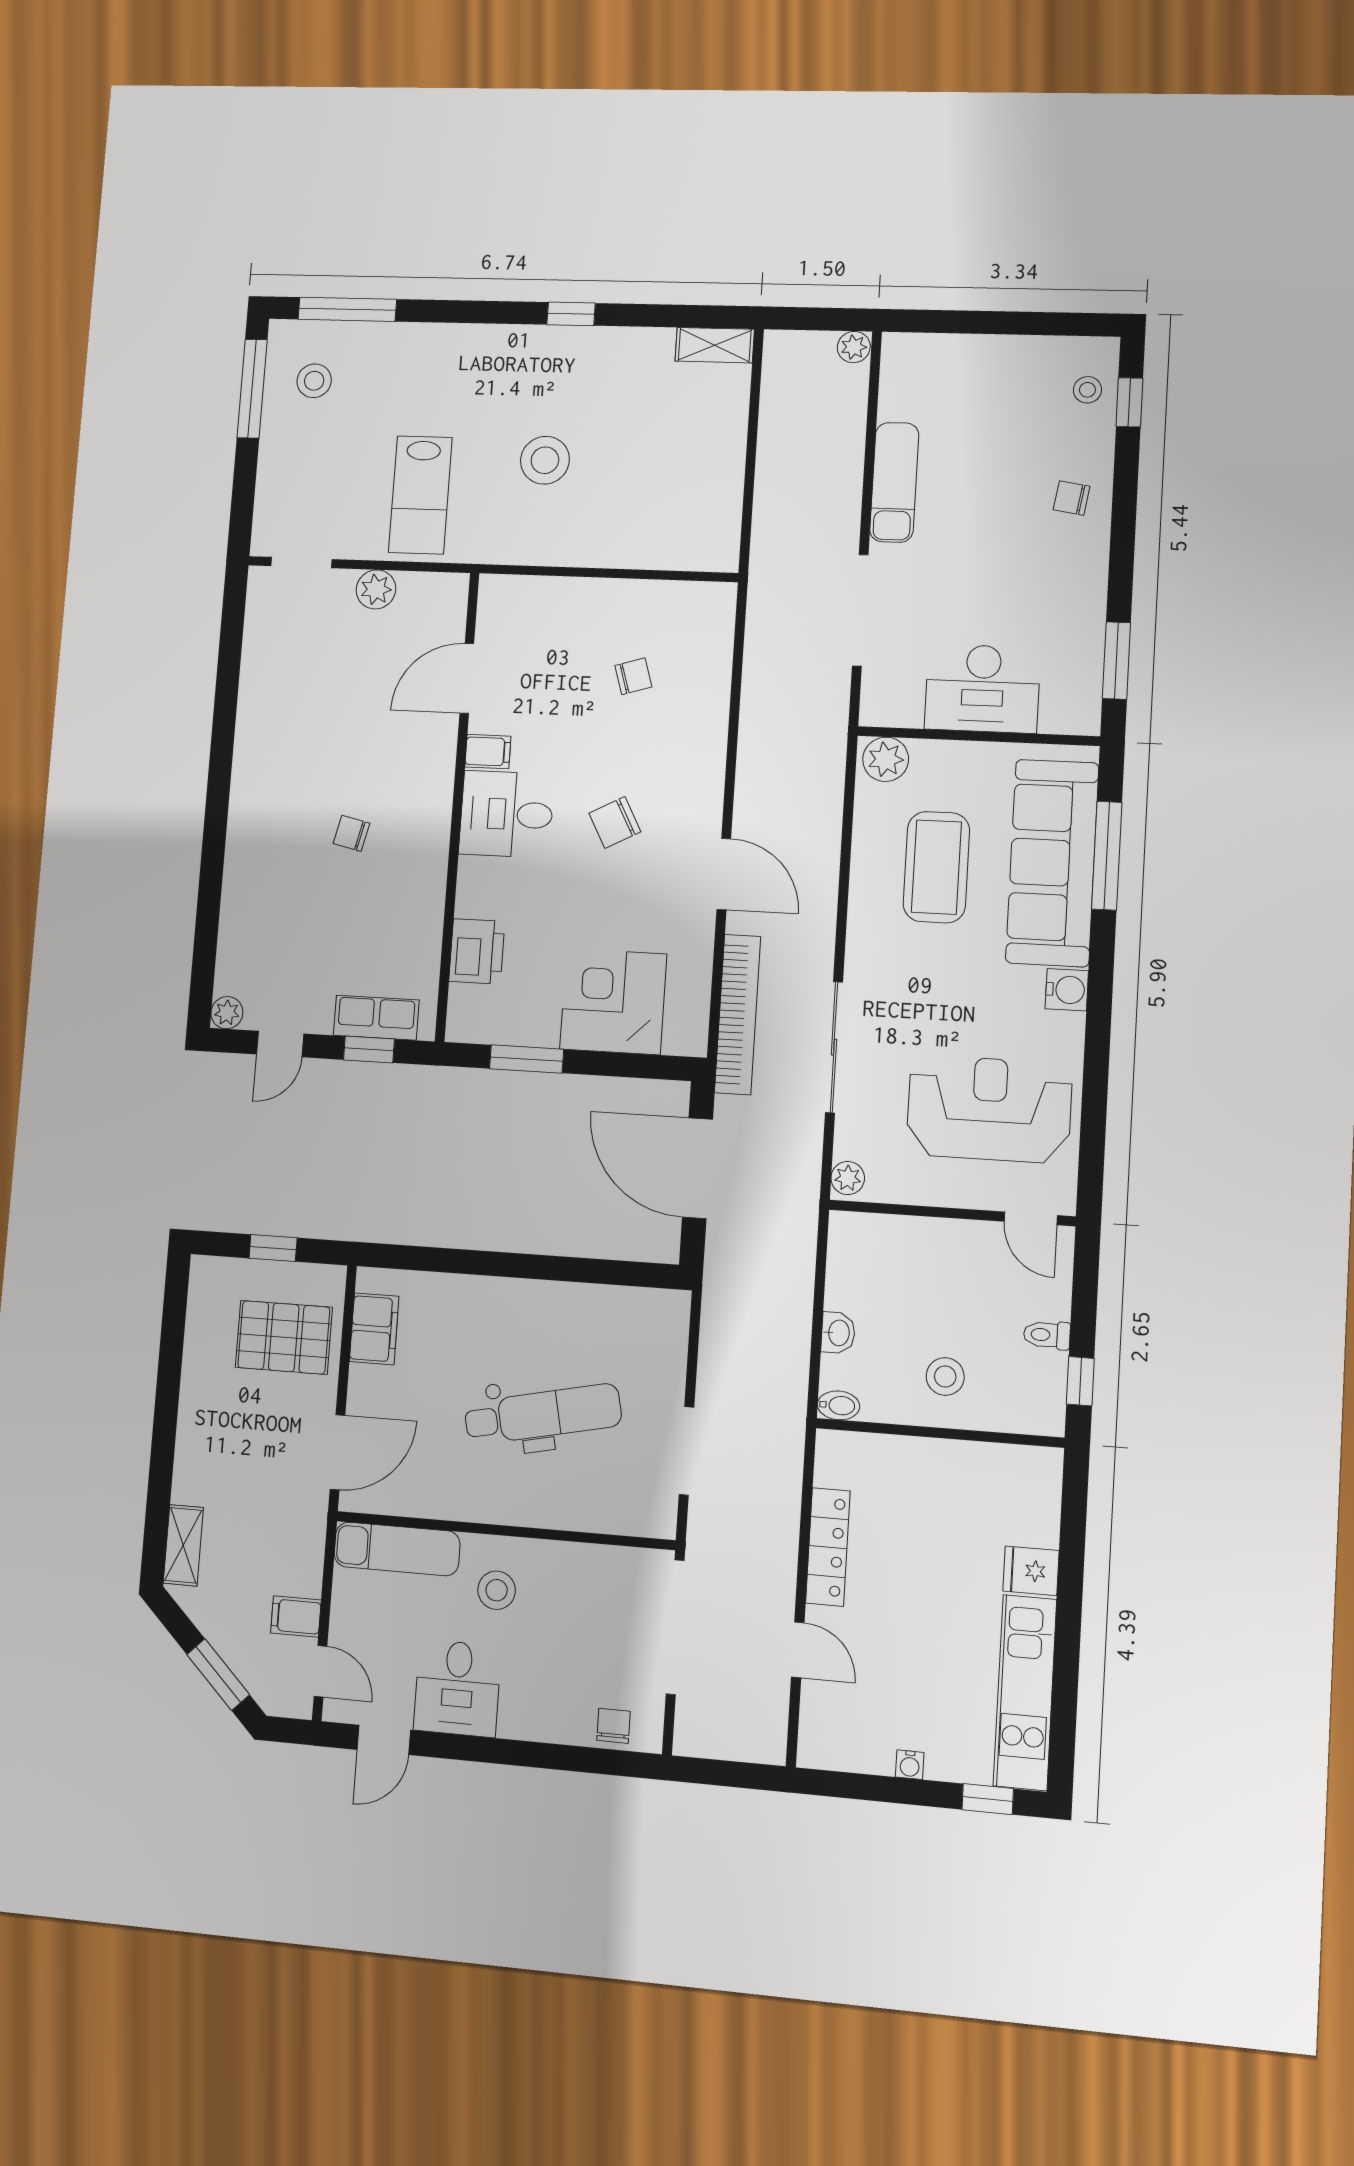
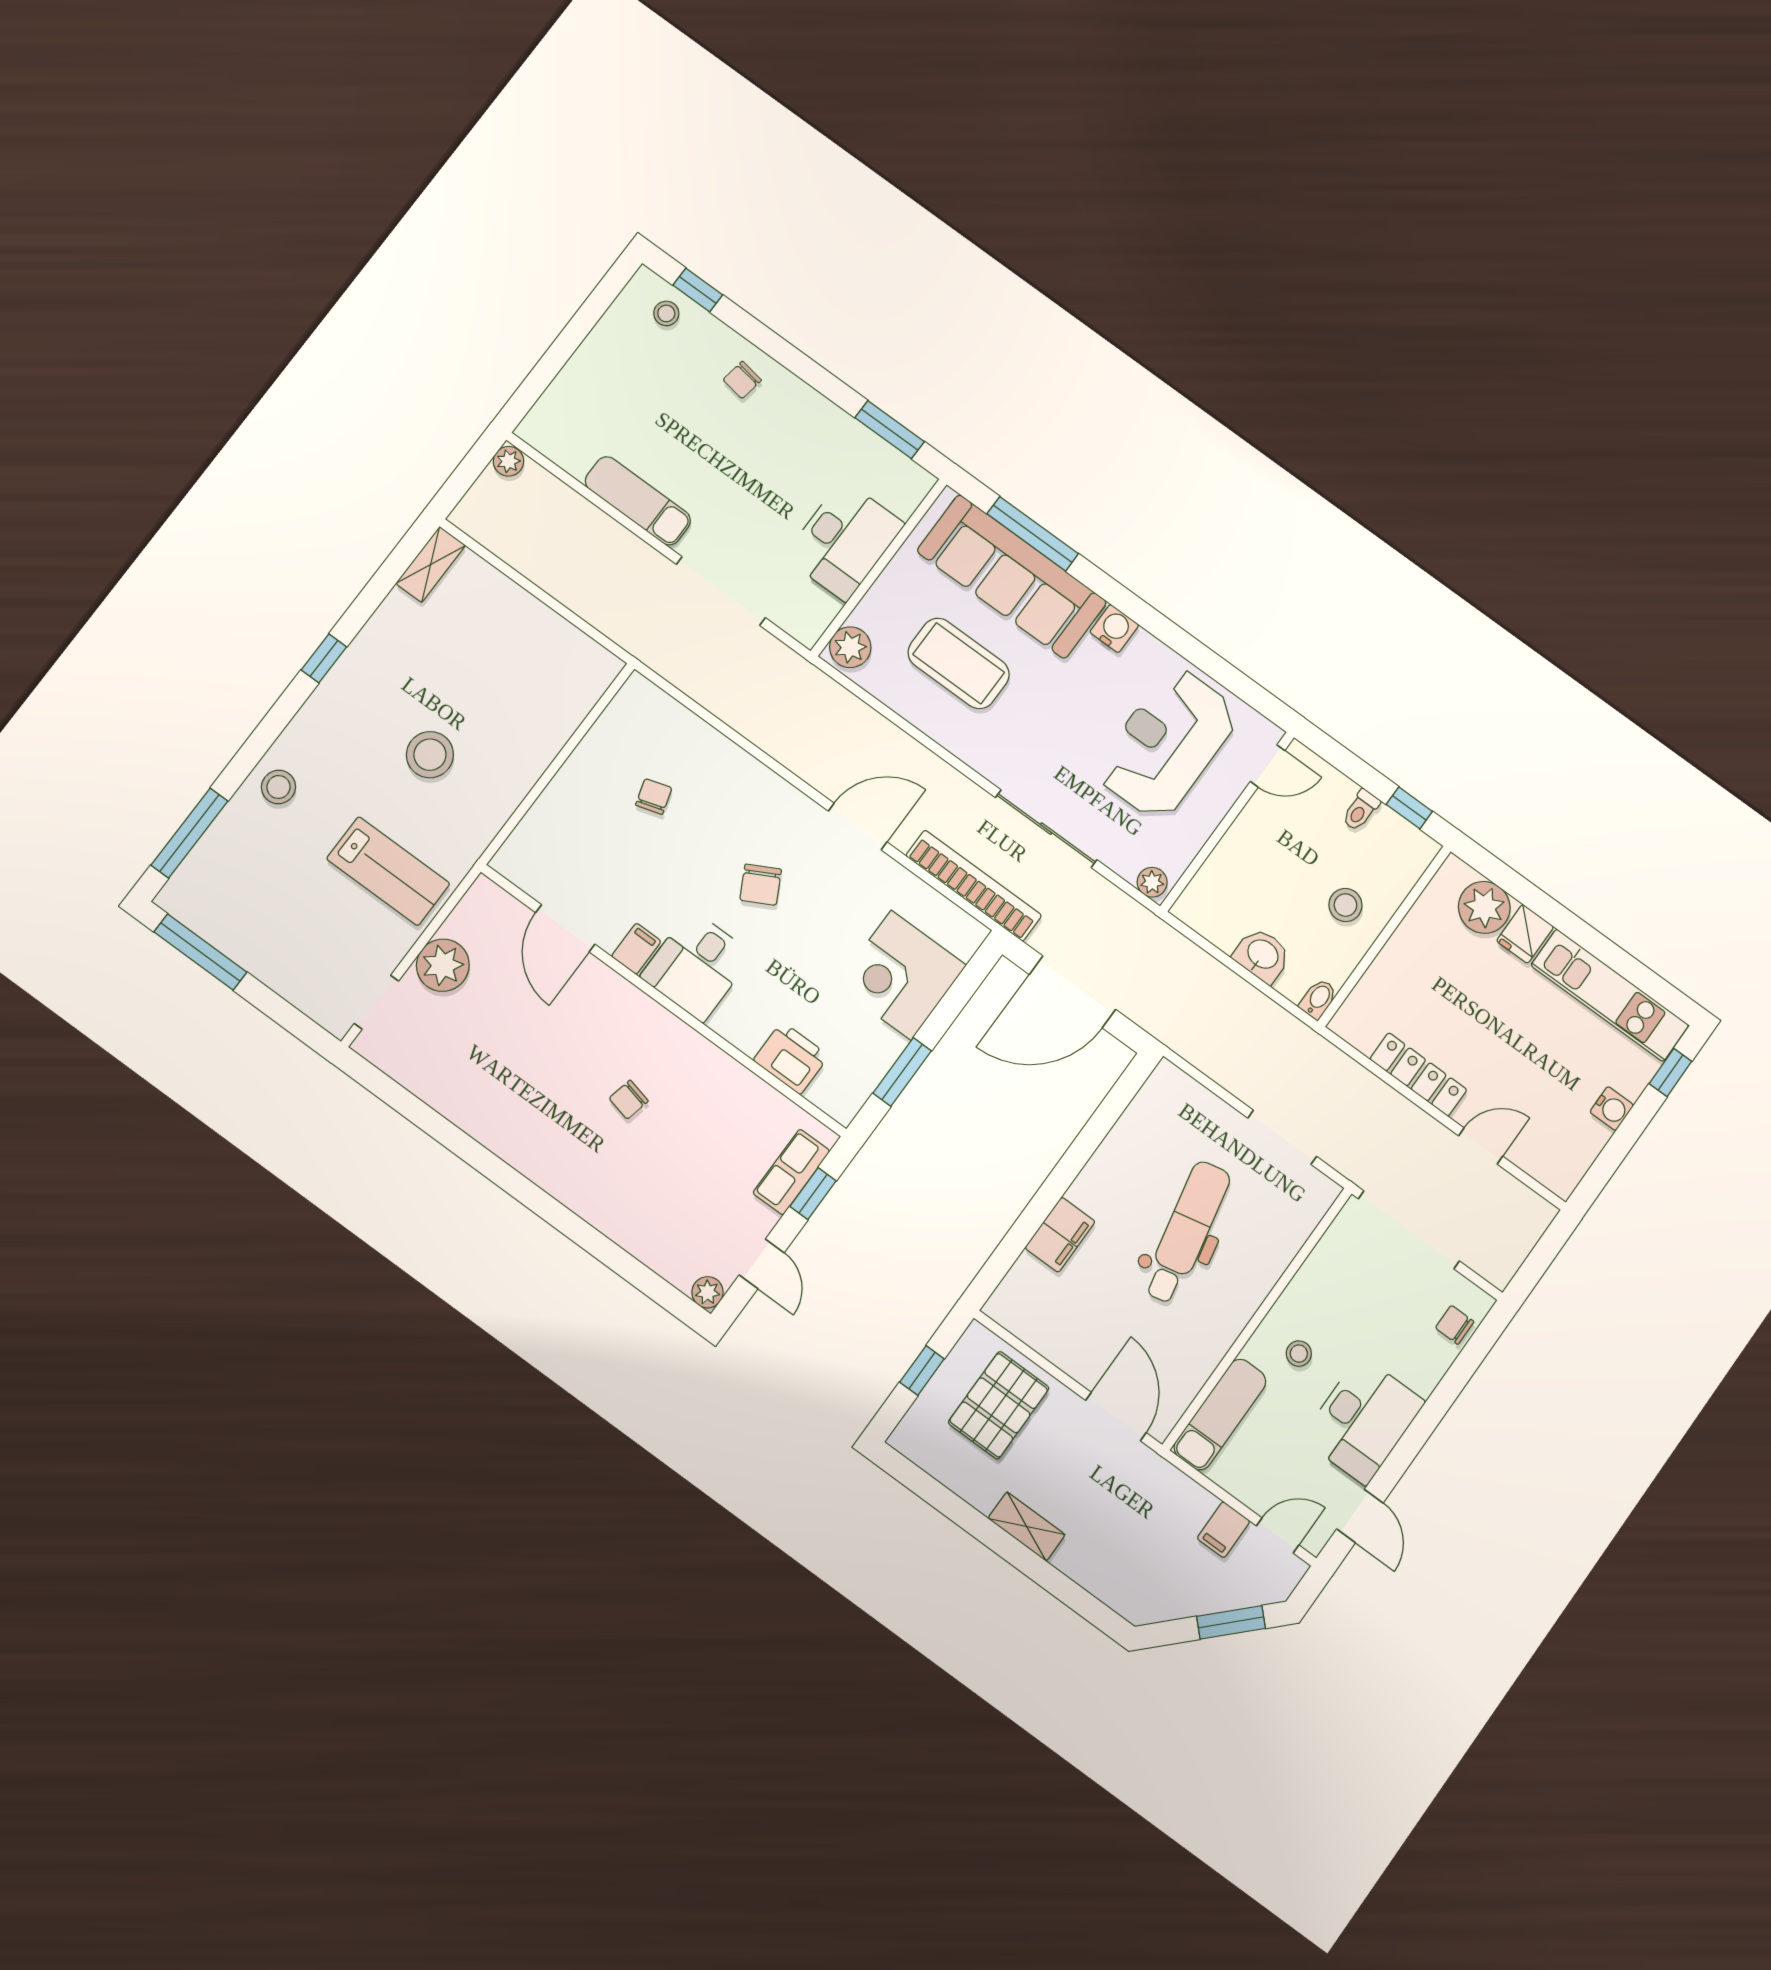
stool: (314, 381) -> (278, 787), moved
plant: (376, 589) -> (443, 965), width x1.36, depth x1.36
filing cabinet: (374, 1329) -> (1060, 1235), moved, turned 90
washbasin: (838, 1333) -> (1262, 955), width x1.38, depth x1.45
plant: (1031, 1514) -> (1484, 907), added
shelving: (183, 1545) -> (1027, 1526), moved
stool: (497, 1590) -> (1299, 1354), width x0.73, depth x0.73
desk: (457, 1688) -> (1363, 1420), width x1.37
water cooler: (910, 1765) -> (1612, 1109), width x1.38, depth x1.38

